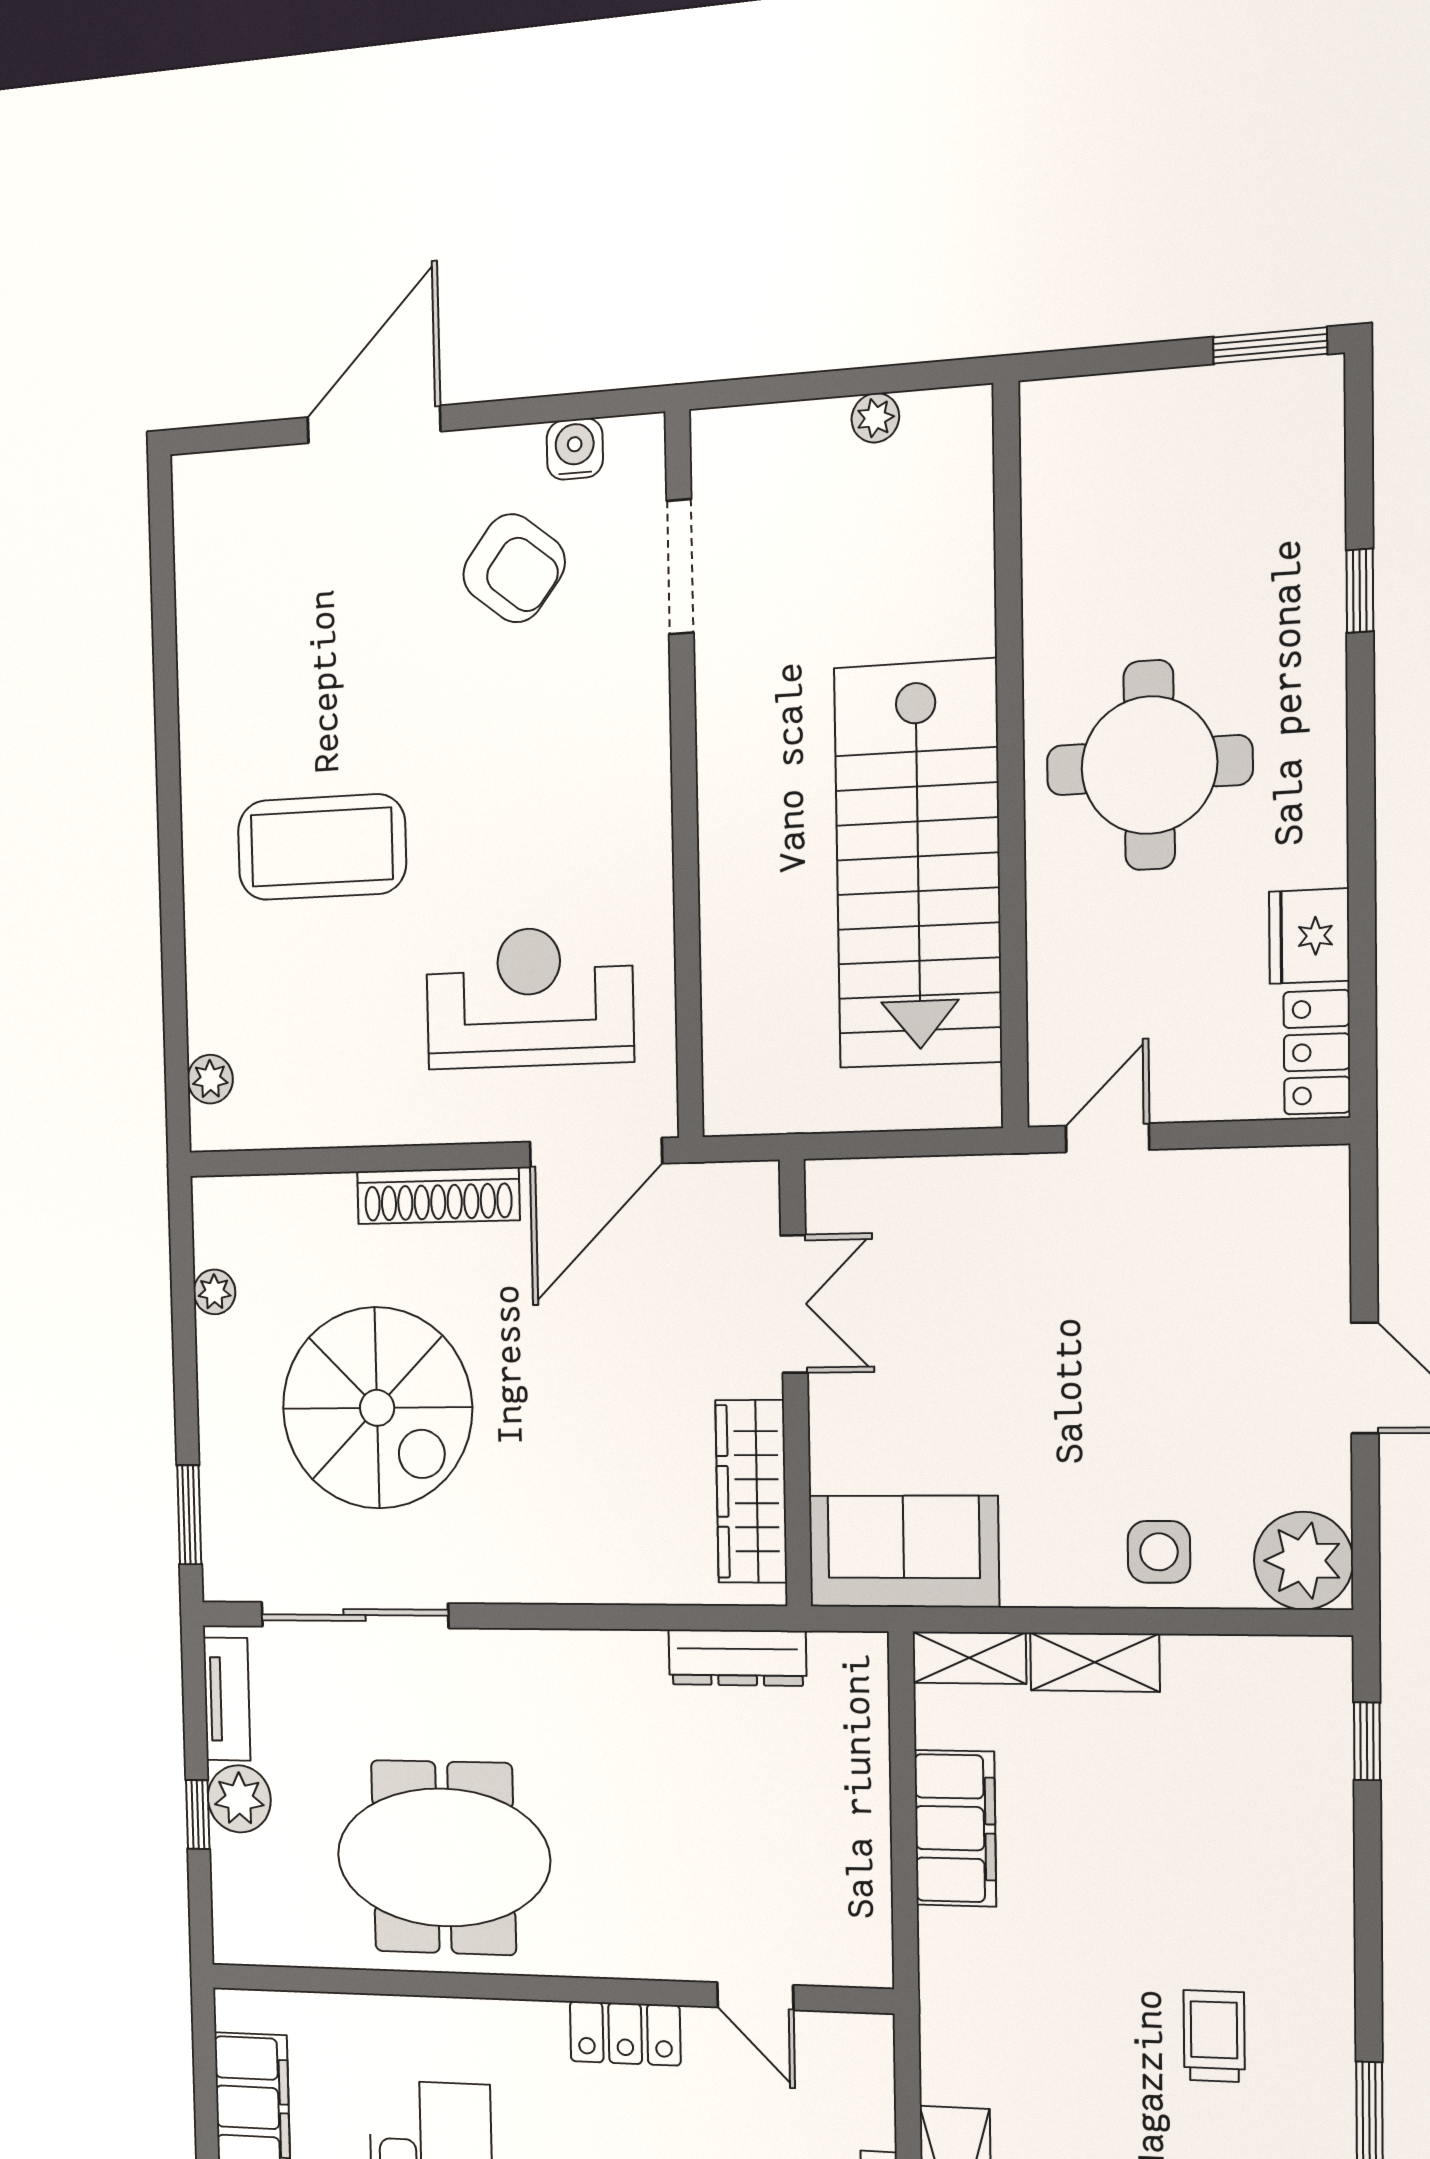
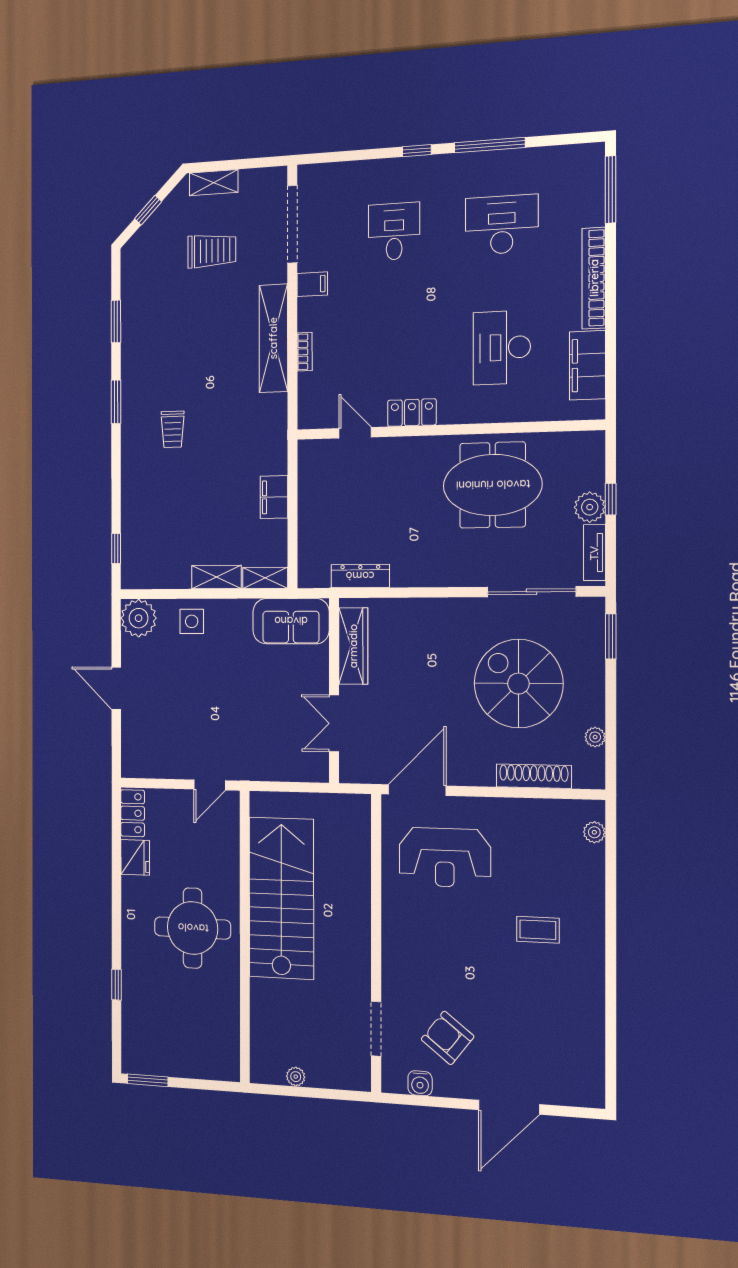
coffee table: (322, 847) -> (538, 930), width x0.54, depth x0.58
shoe rack: (438, 1196) -> (534, 776), moved
filing cabinet: (955, 1828) -> (274, 497), width x0.67, depth x0.86

